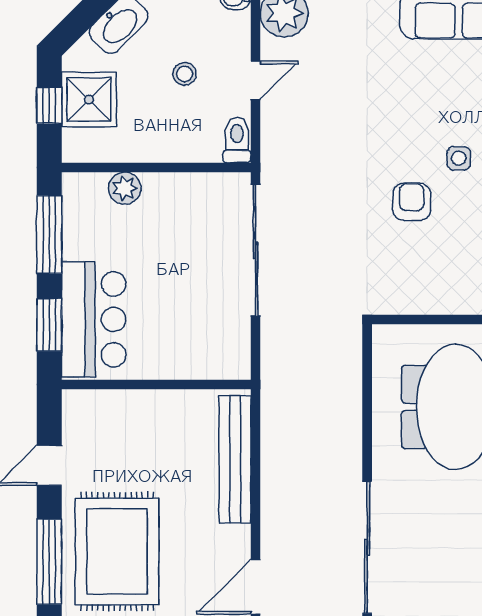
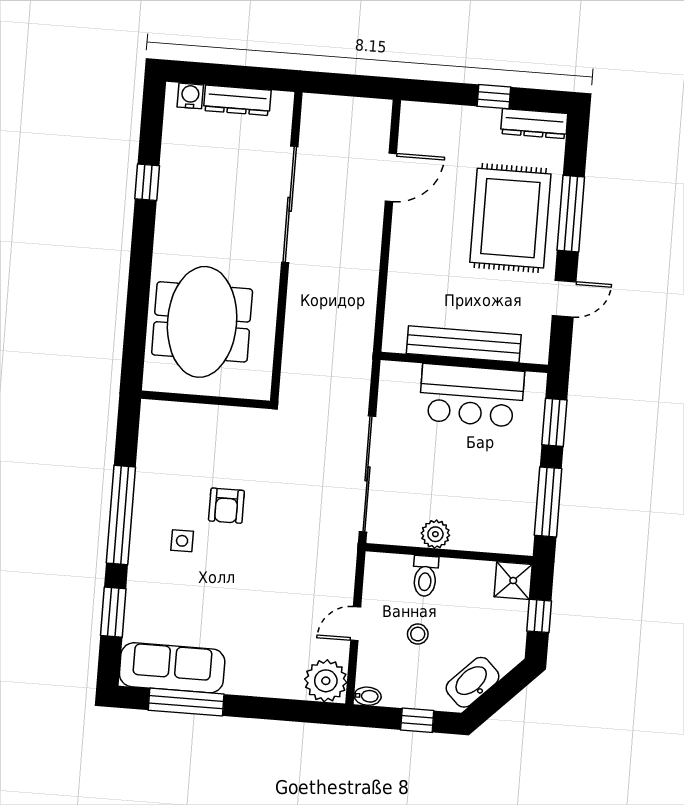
shower: (89, 100) -> (513, 581), moved, width x0.73, depth x0.73
toilet: (237, 140) -> (425, 576), moved
plant: (125, 188) -> (435, 534), moved
bar counter: (94, 319) -> (472, 396), moved, turned -90
bench: (235, 459) -> (464, 344), moved, turned 90

